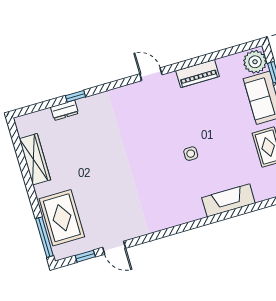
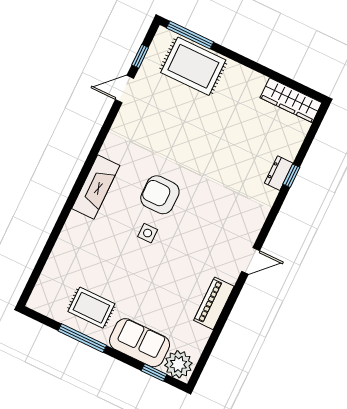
dresser: (64, 110) -> (279, 173), moved
wardrobe: (35, 159) -> (291, 100), moved
armchair: (160, 167) -> (160, 195), added
fireplace: (228, 200) -> (96, 187), moved

